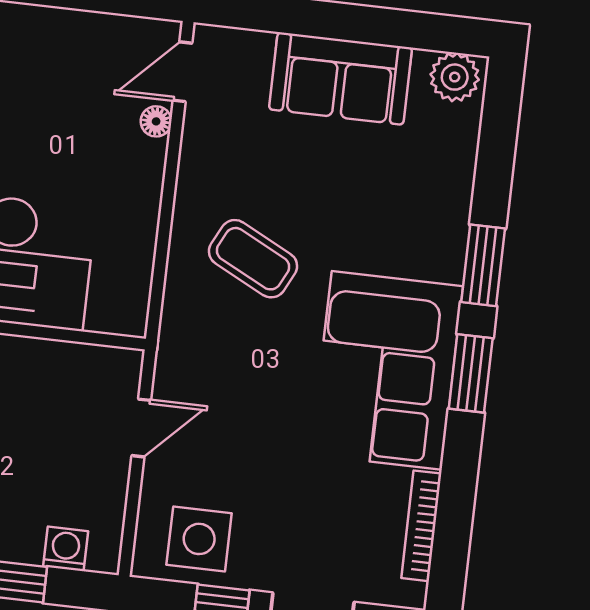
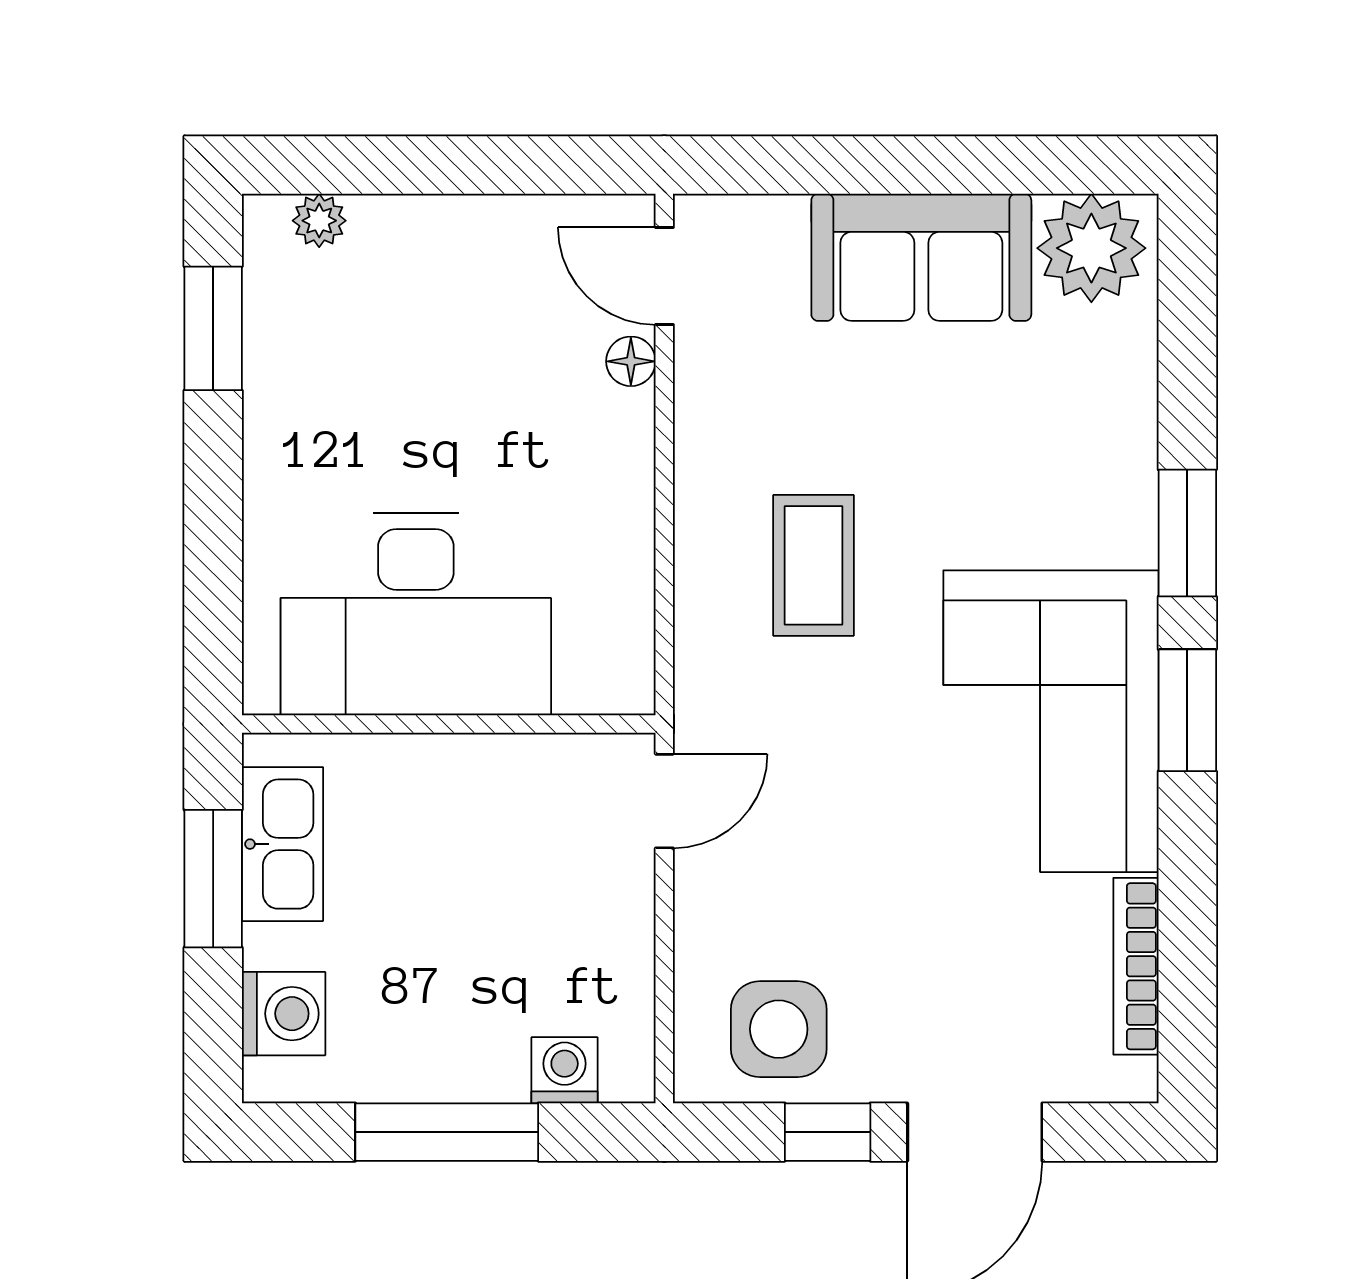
door: (182, 72) -> (664, 276), hinge flipped
plant: (455, 77) -> (1091, 248), width x1.36, depth x1.36
coffee table: (253, 259) -> (814, 565), turned 63
door: (141, 428) -> (664, 801), moved

